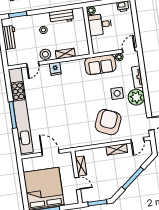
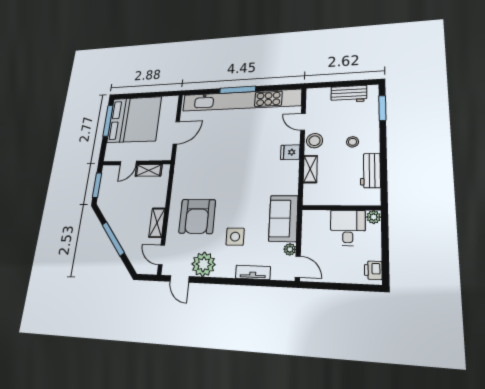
plant: (136, 97) -> (203, 264), moved
armchair: (108, 122) -> (197, 216), turned 67

